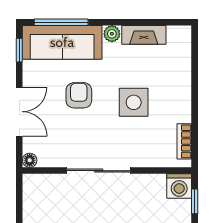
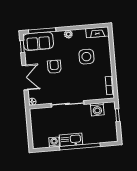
fireplace: (144, 35) -> (97, 32), moved
sofa: (62, 42) -> (38, 41), width x0.73
side table: (134, 102) -> (86, 57), moved
washing machine: (179, 186) -> (97, 109), moved

